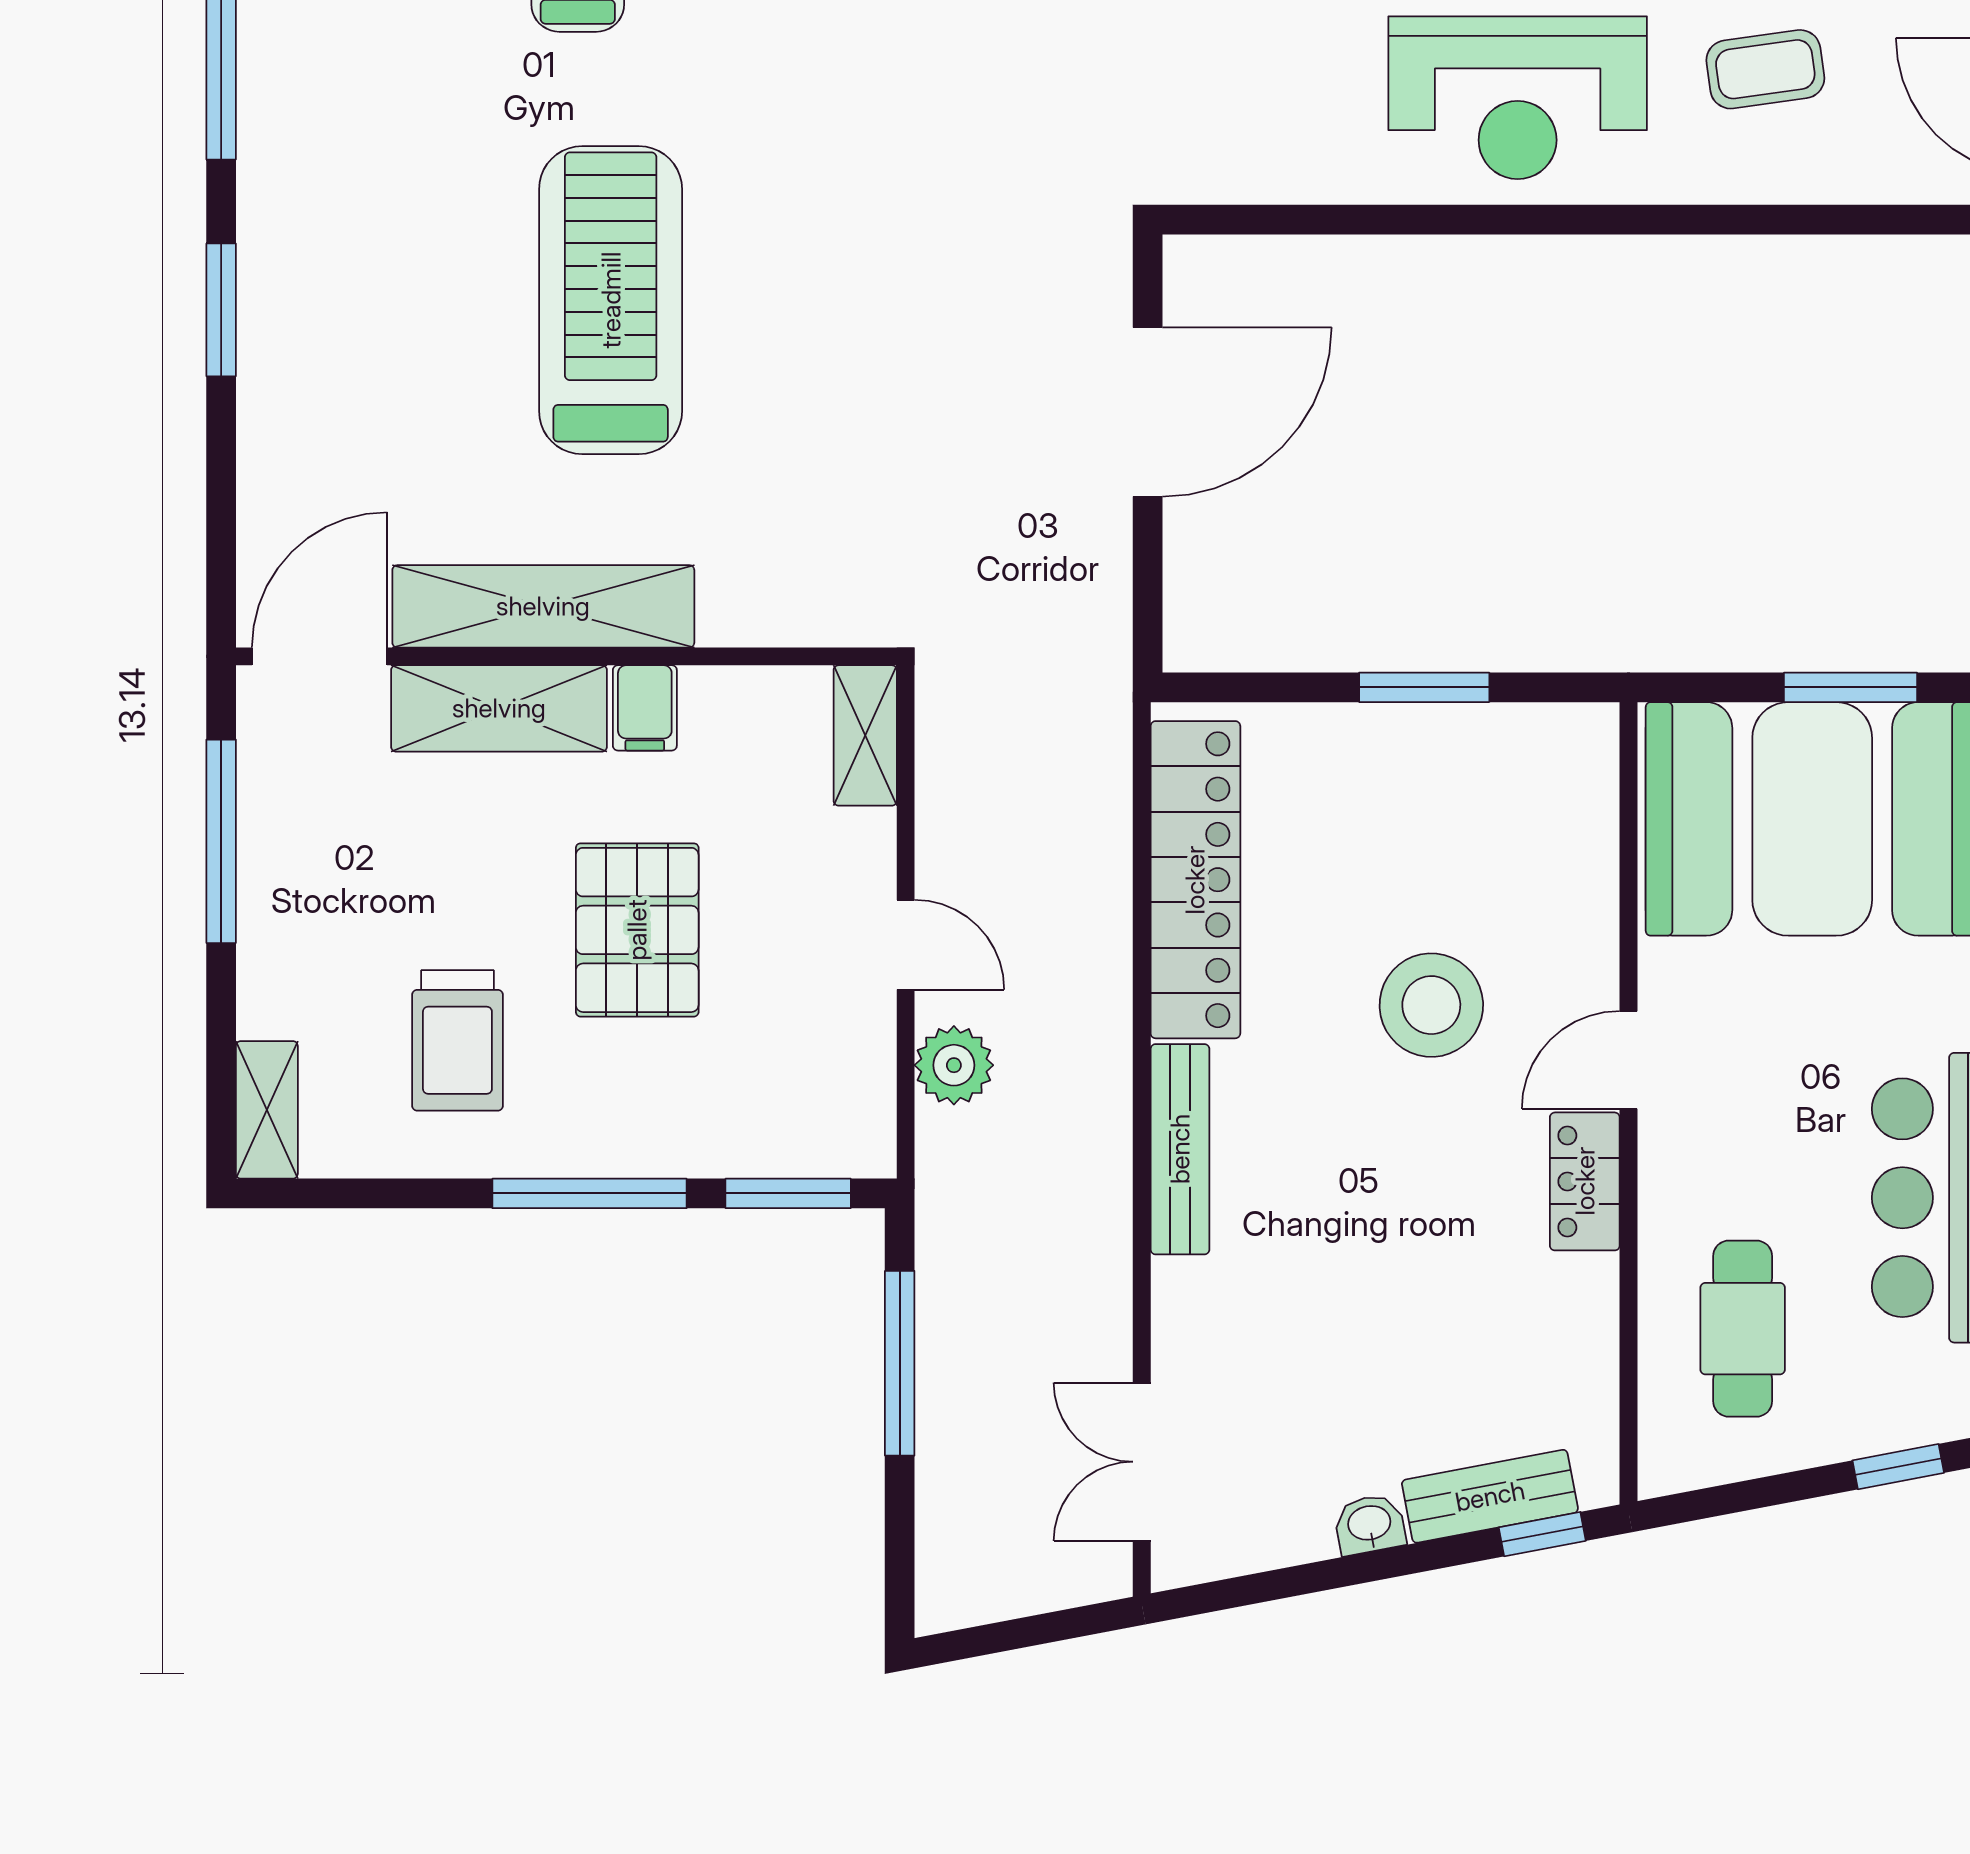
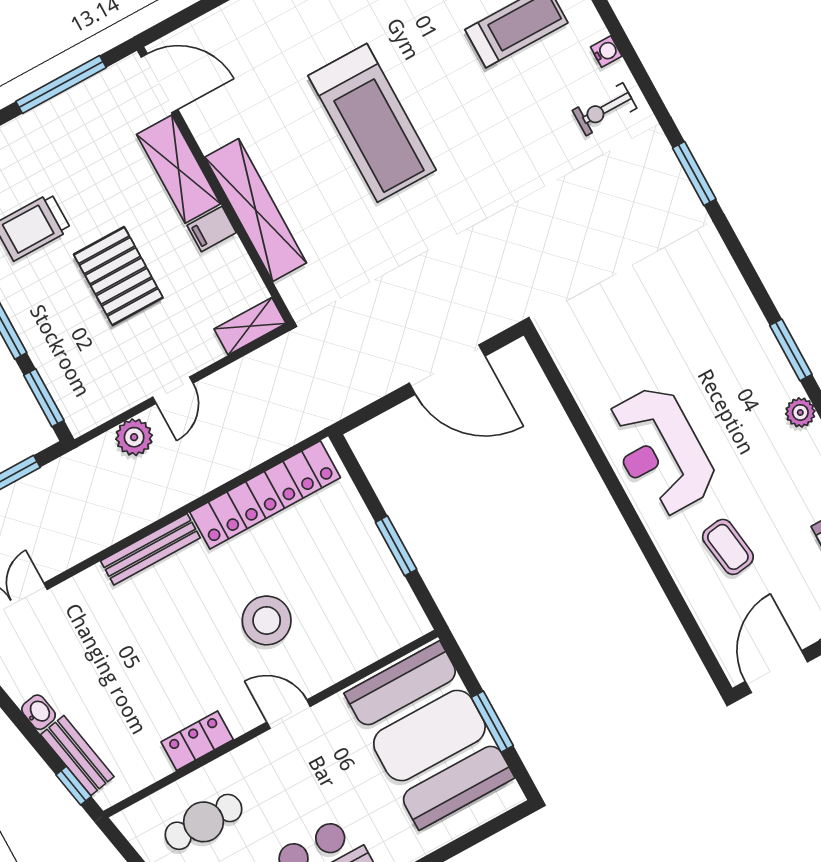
treadmill: (611, 300) -> (372, 123), turned 90
shelving: (543, 606) -> (256, 210), moved
pallet: (637, 930) -> (118, 276), turned 90
locker: (1585, 1181) -> (197, 741), moved

